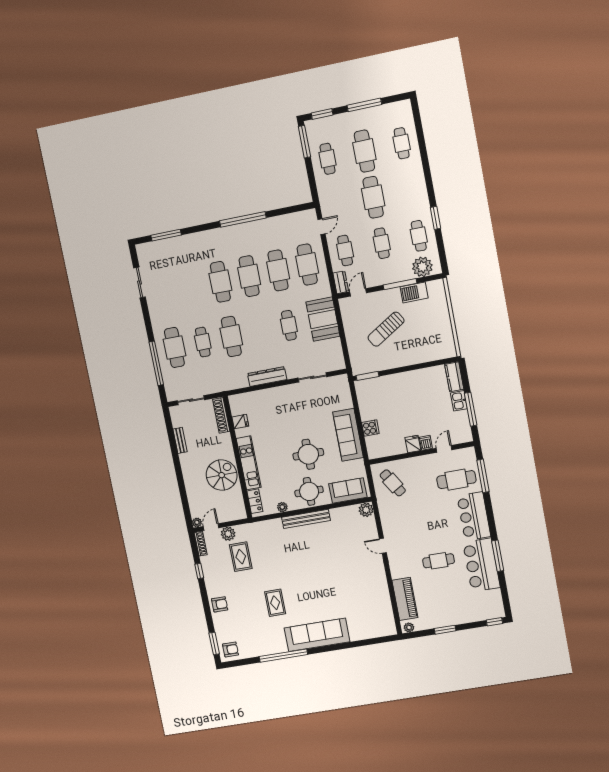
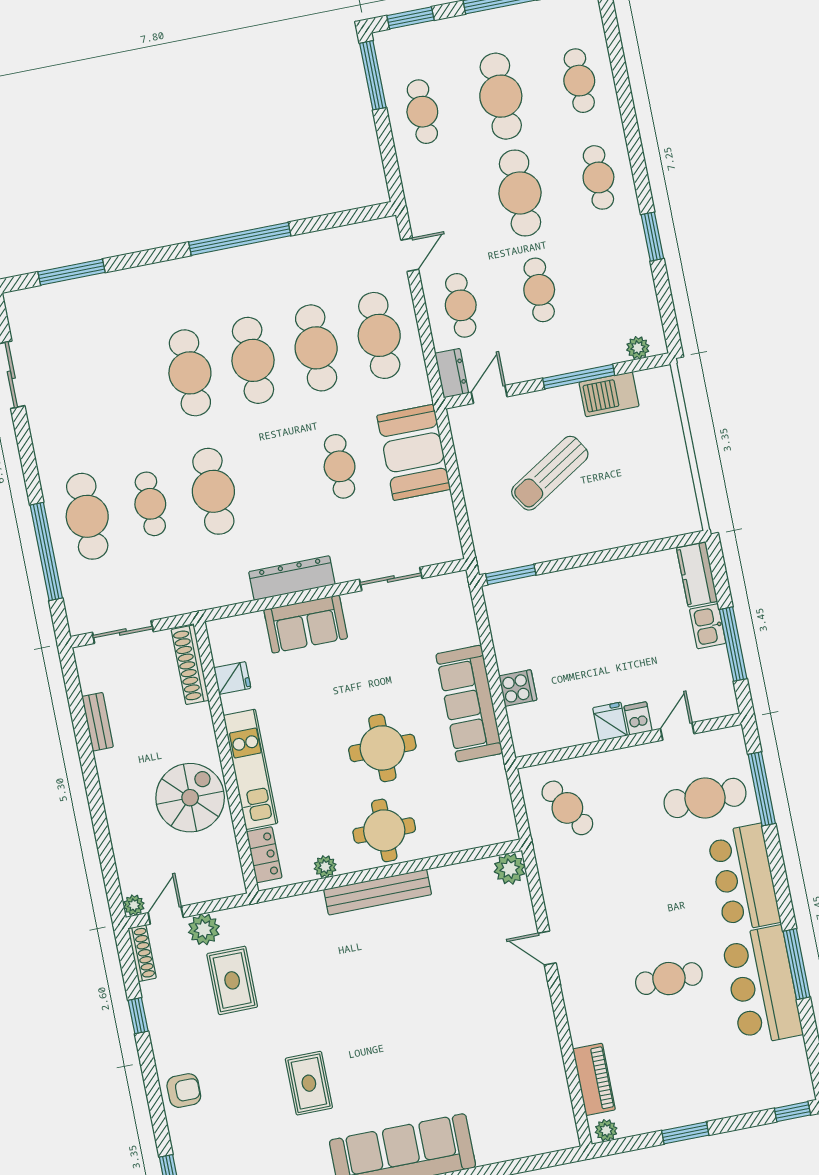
cafe table: (419, 236) -> (598, 177), moved
plant: (422, 267) -> (638, 348), width x0.53, depth x0.53
sofa: (348, 491) -> (306, 624), moved, turned 180
piano: (405, 599) -> (594, 1079), width x0.73, depth x0.75

